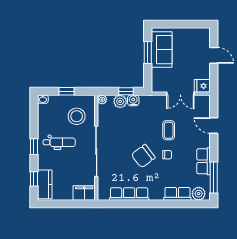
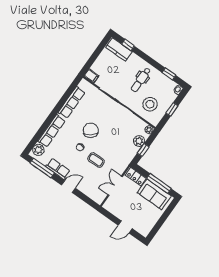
window: (148, 53) -> (159, 183), width x1.44
locker: (157, 80) -> (136, 177), added
fridge: (202, 86) -> (110, 204), removed
water cooler: (133, 100) -> (133, 150), removed
door: (214, 126) -> (68, 187), moved
window: (34, 147) -> (169, 74), moved
filing cabinet: (84, 193) -> (91, 76), width x0.50
row of seats: (177, 194) -> (52, 131), width x1.48

